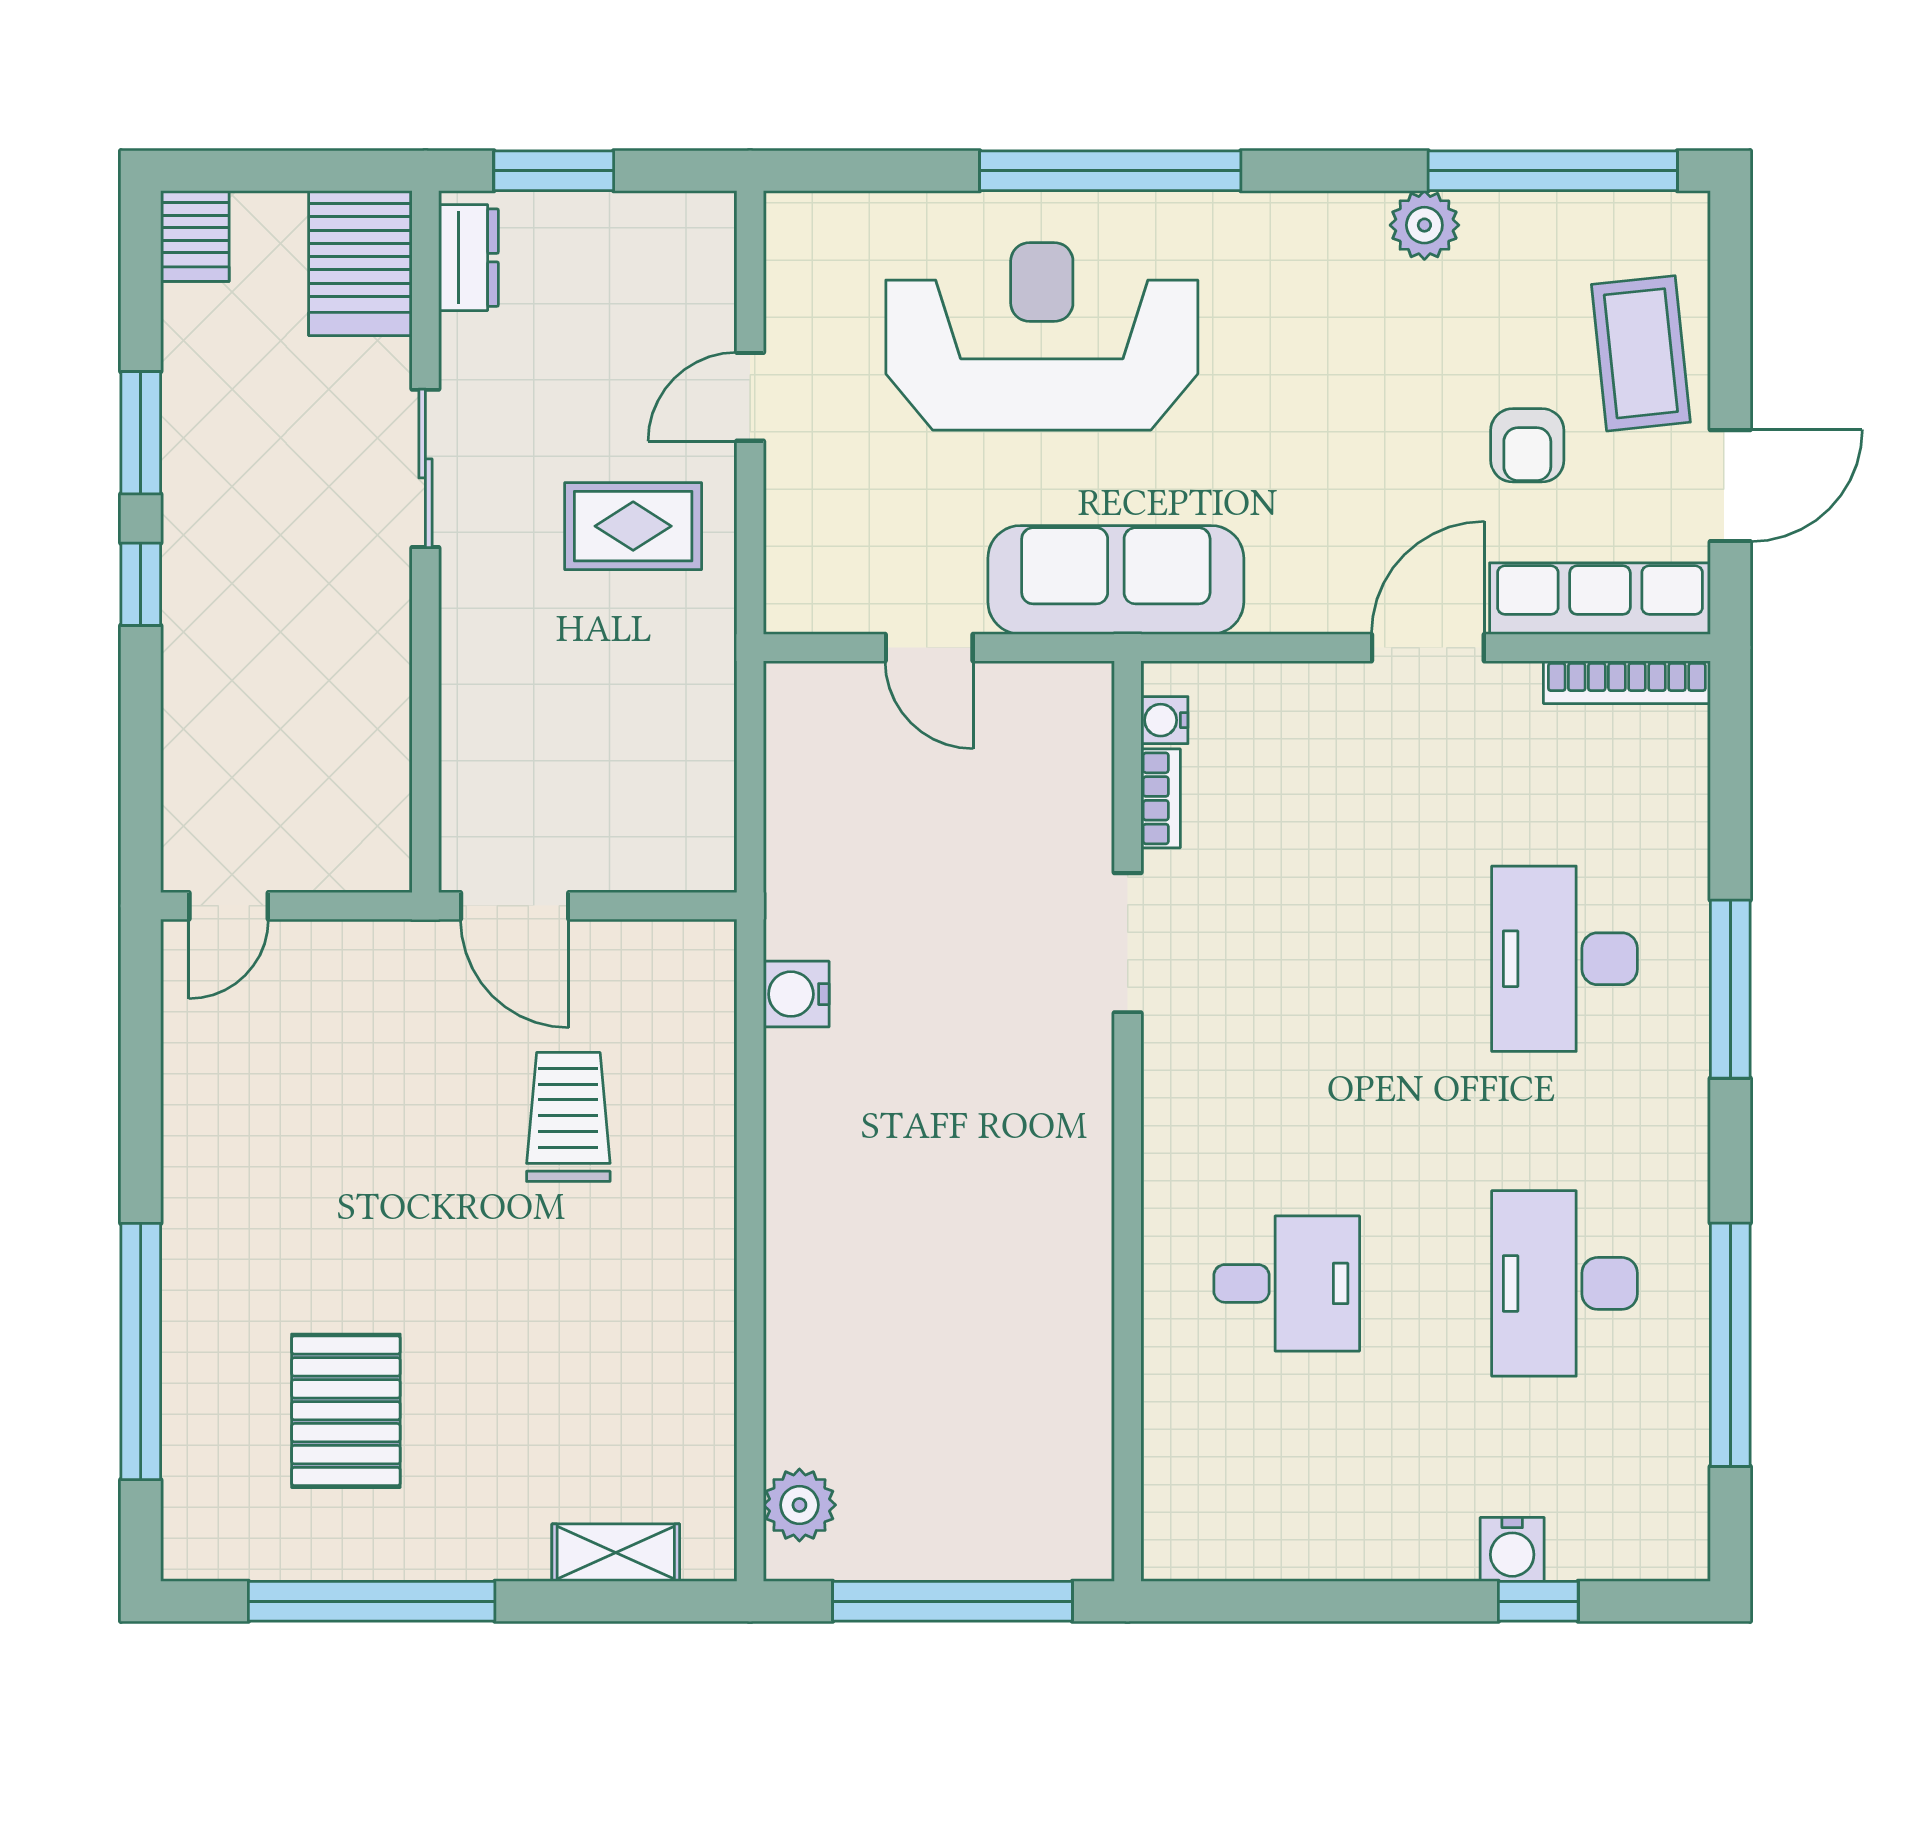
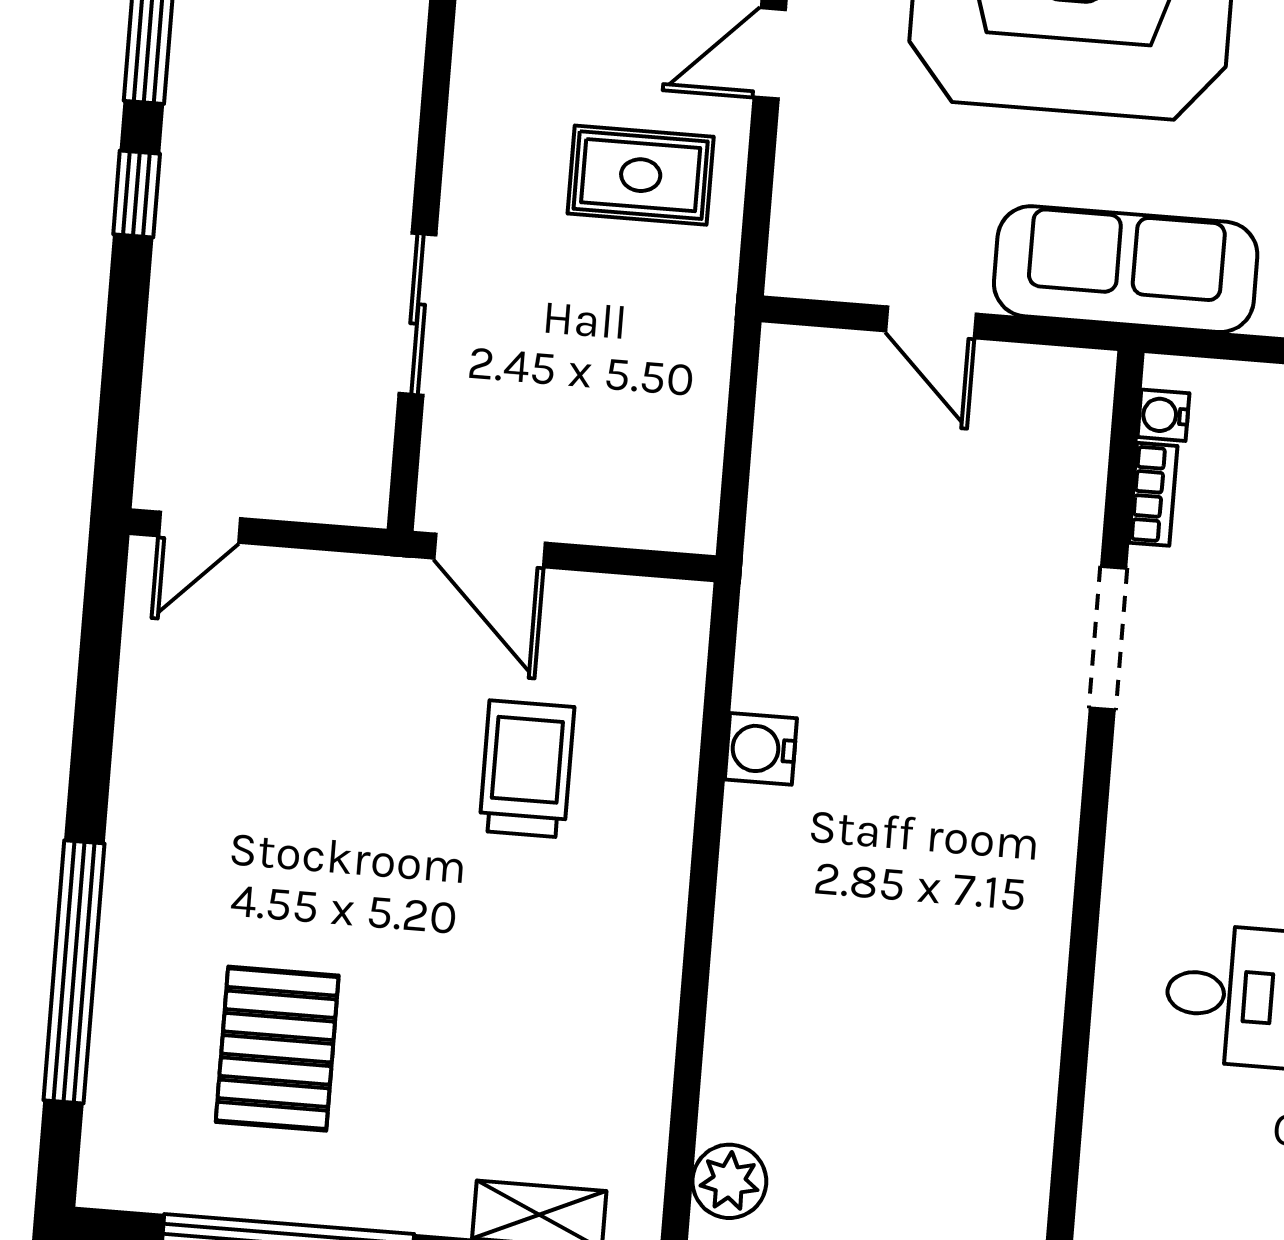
sliding door: (425, 468) -> (418, 314), moved
water cooler: (796, 994) -> (761, 749), moved

